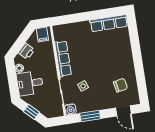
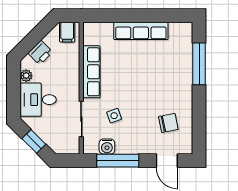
row of seats: (109, 23) -> (141, 31), moved
window: (135, 42) -> (199, 64), added
water cooler: (70, 109) -> (107, 146), moved
window: (90, 116) -> (118, 161), width x1.44

